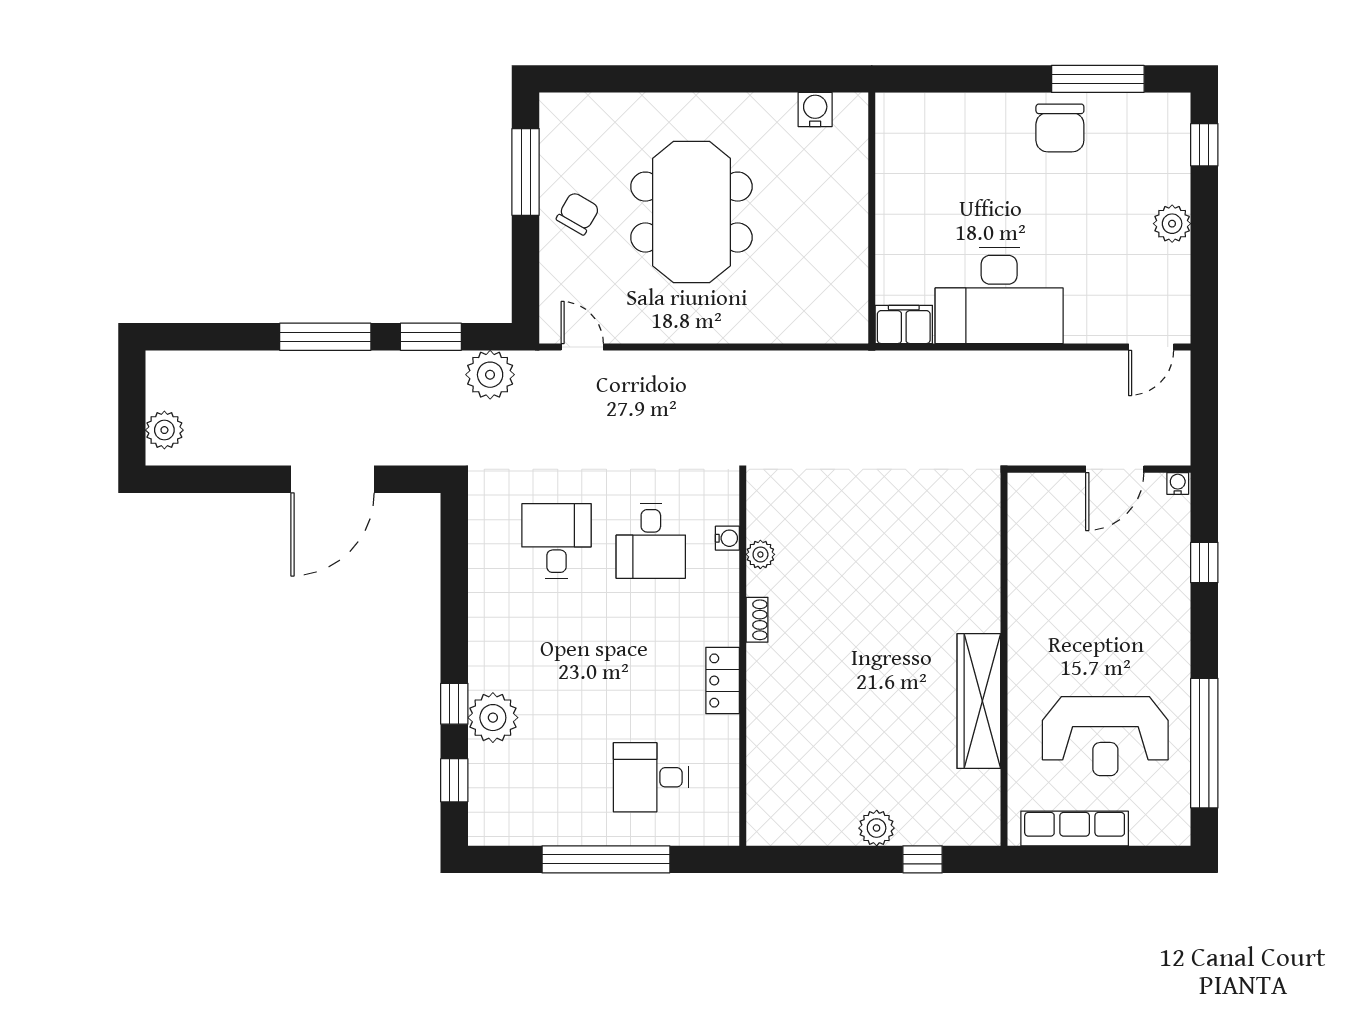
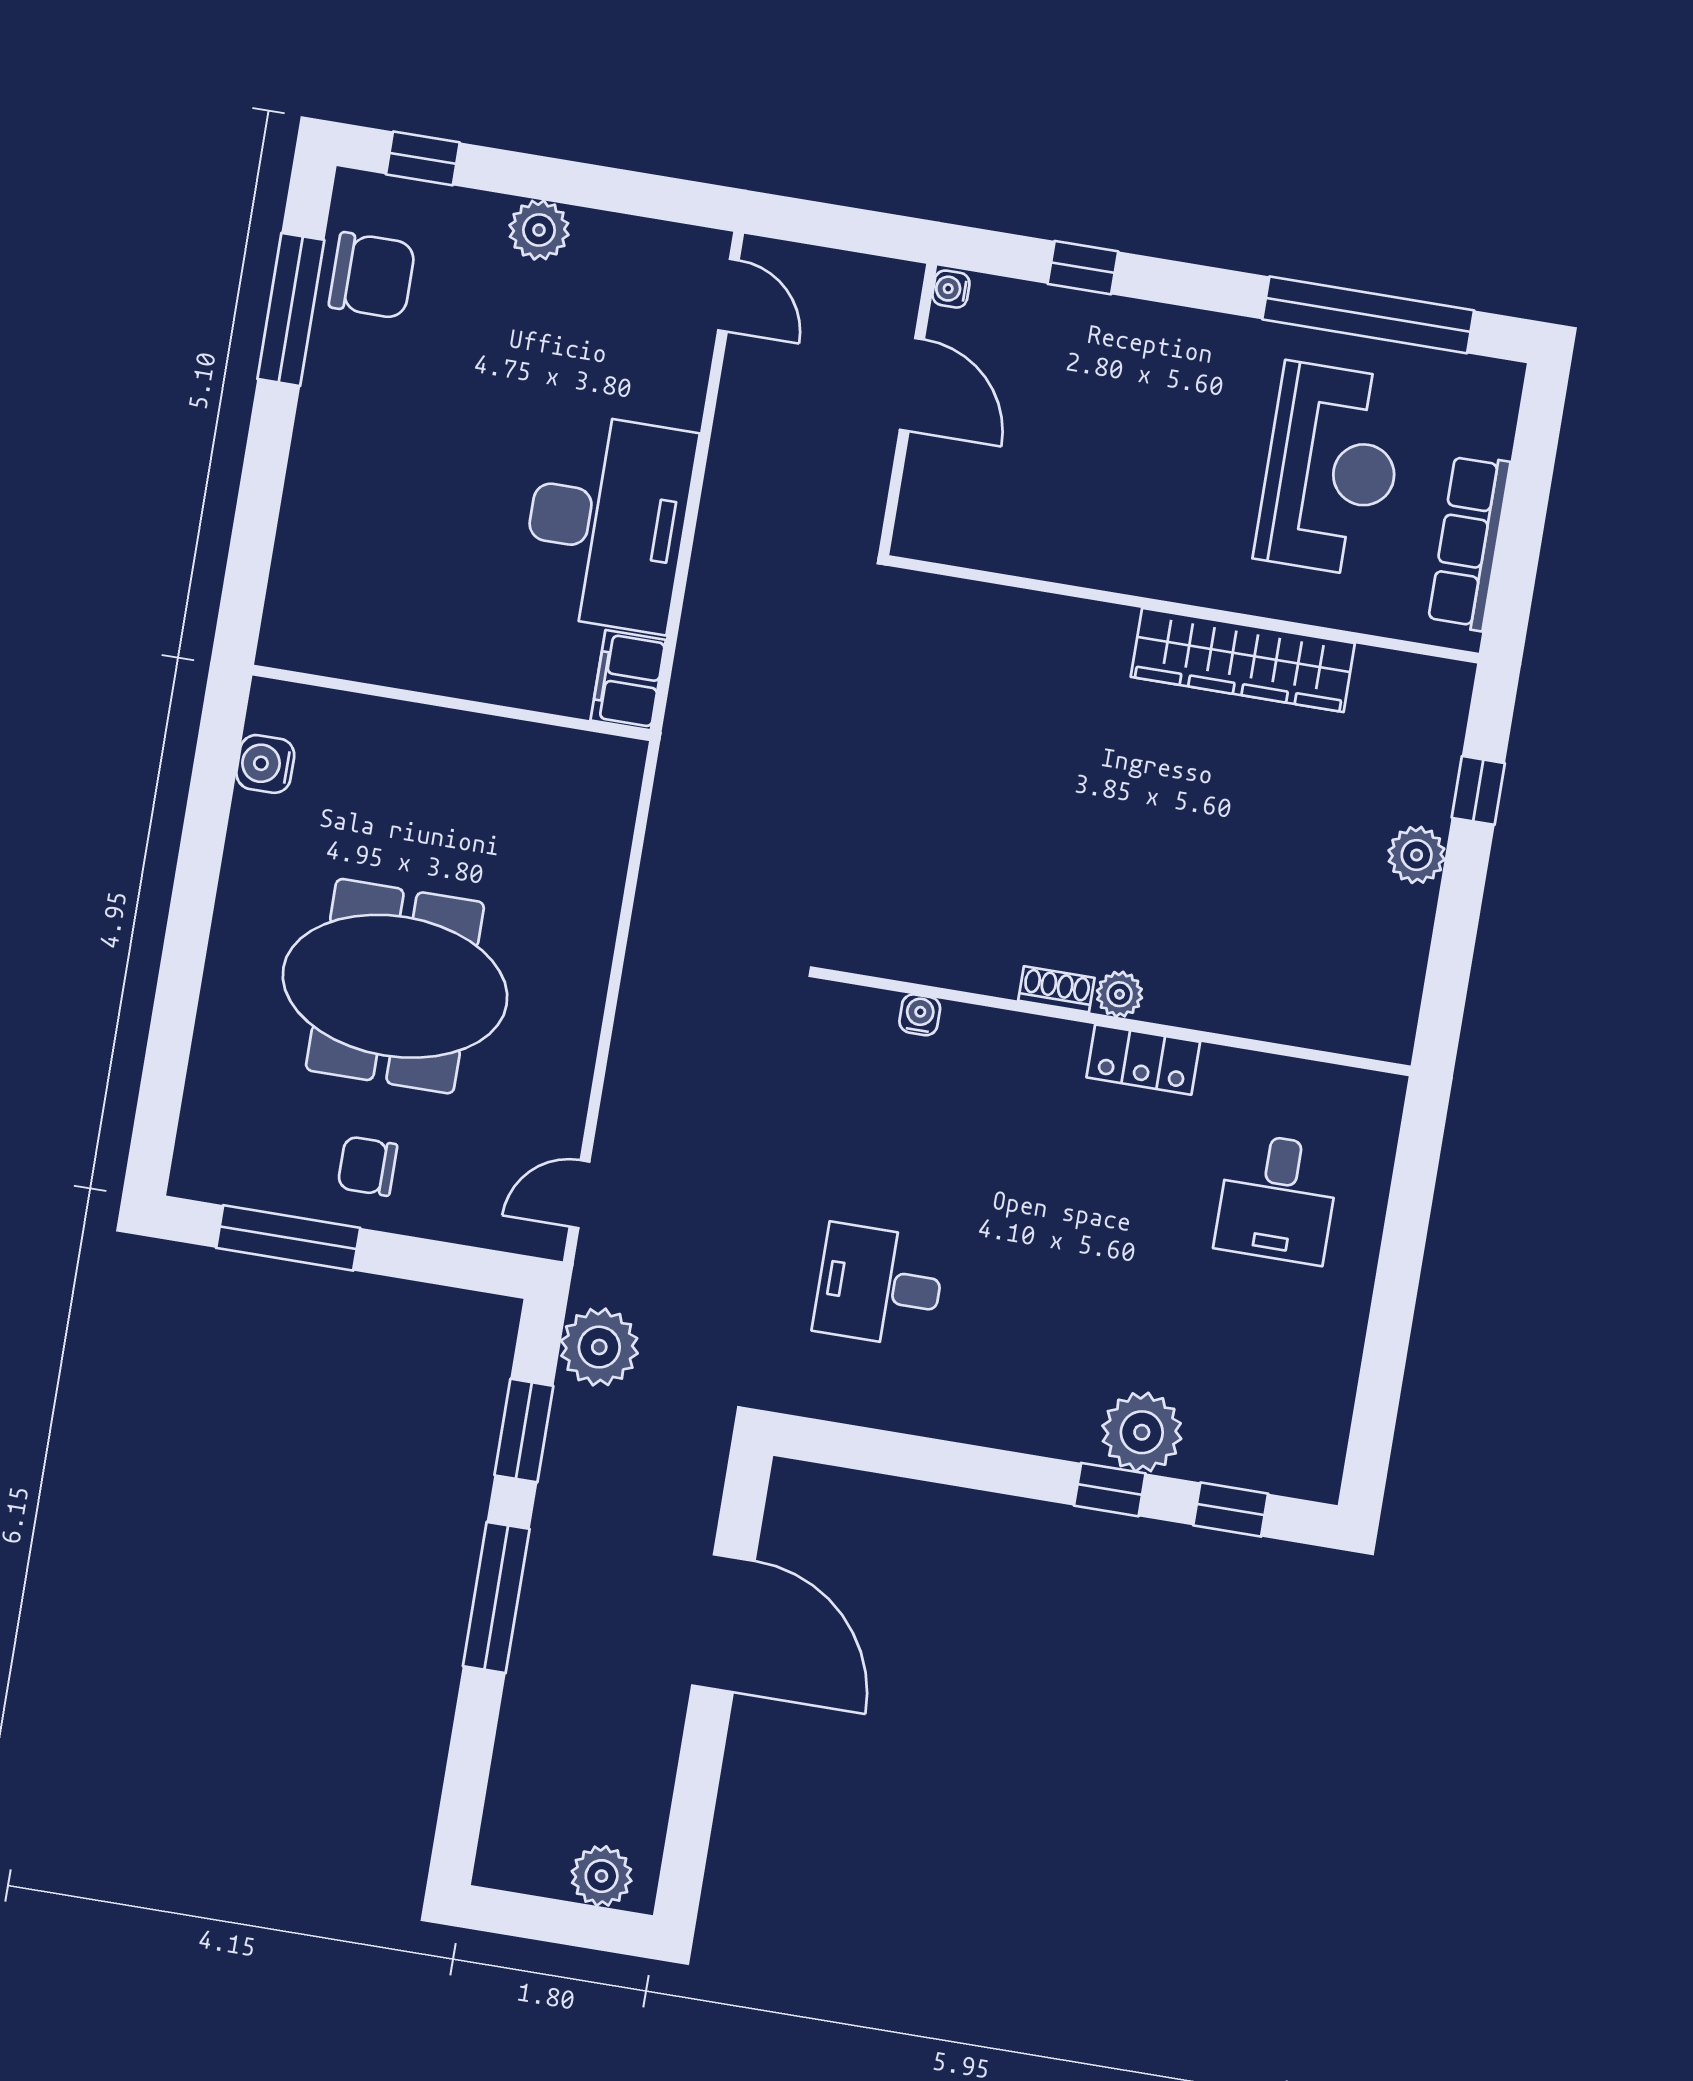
chair: (1060, 128) -> (372, 276), moved
chair: (578, 213) -> (367, 1166), turned -30
desk: (651, 541) -> (904, 1137), removed
plant: (760, 554) -> (1120, 994), moved
window: (606, 859) -> (1395, 1291), removed

